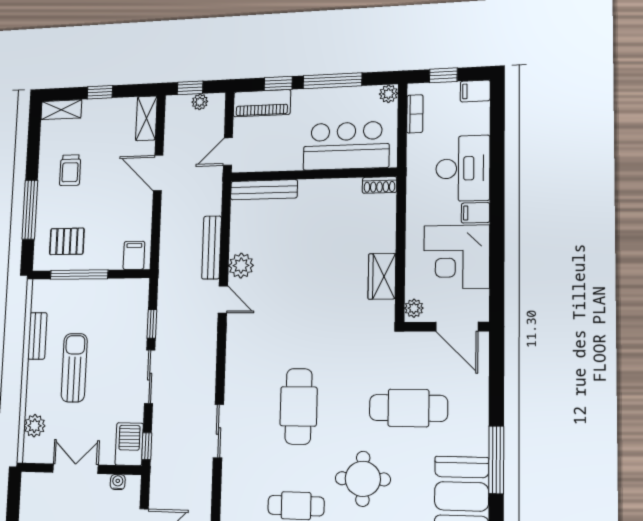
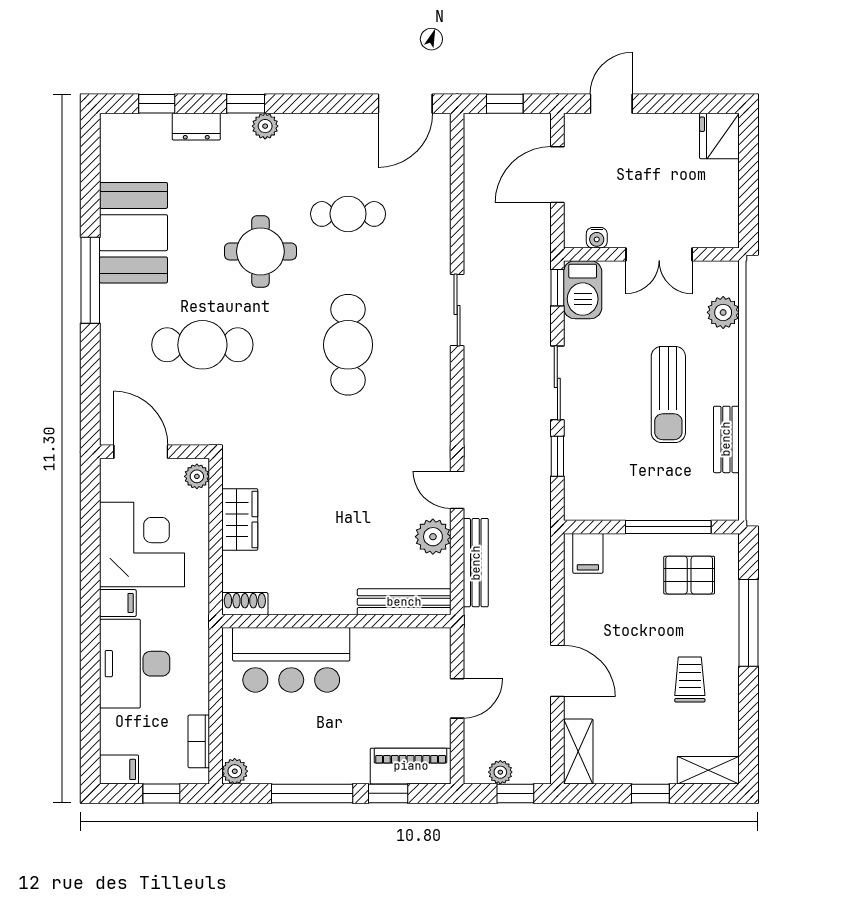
bar counter: (346, 146) -> (291, 660), moved
wall: (313, 174) -> (336, 621), moved
shoe rack: (380, 185) -> (245, 604), moved
bench: (264, 190) -> (404, 602), moved

